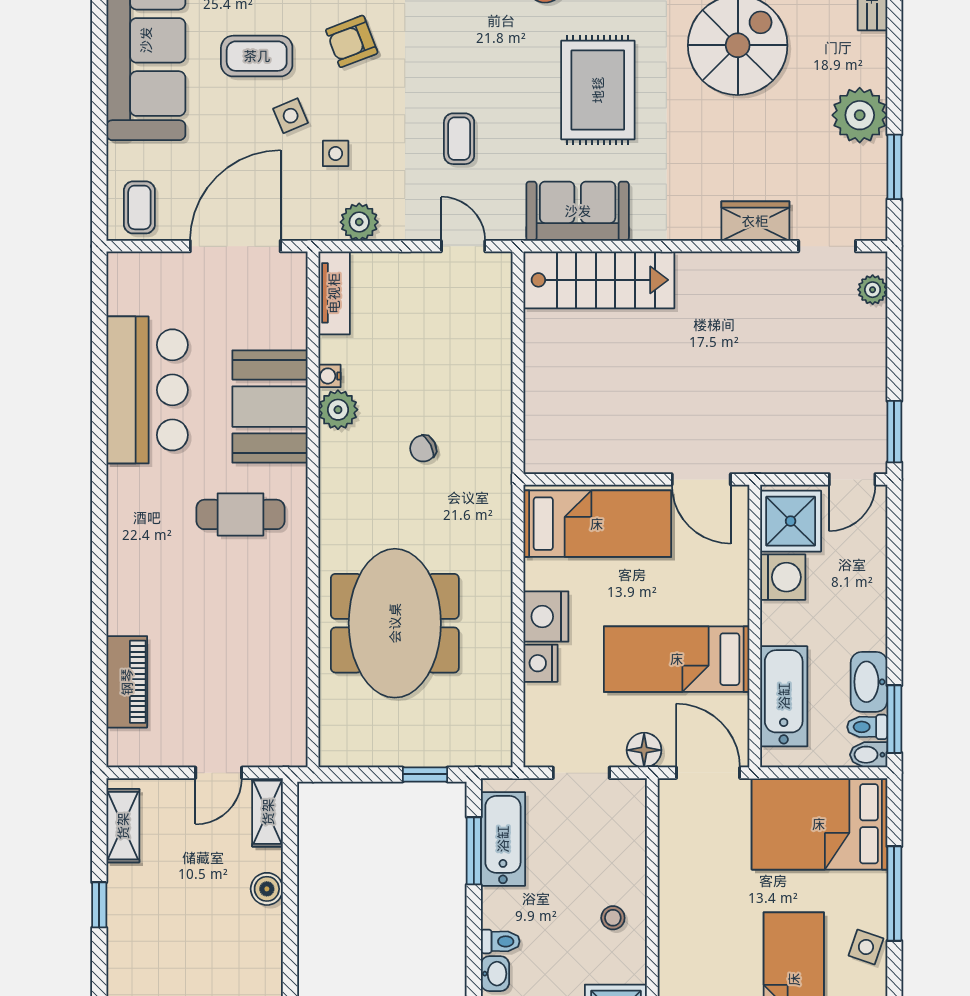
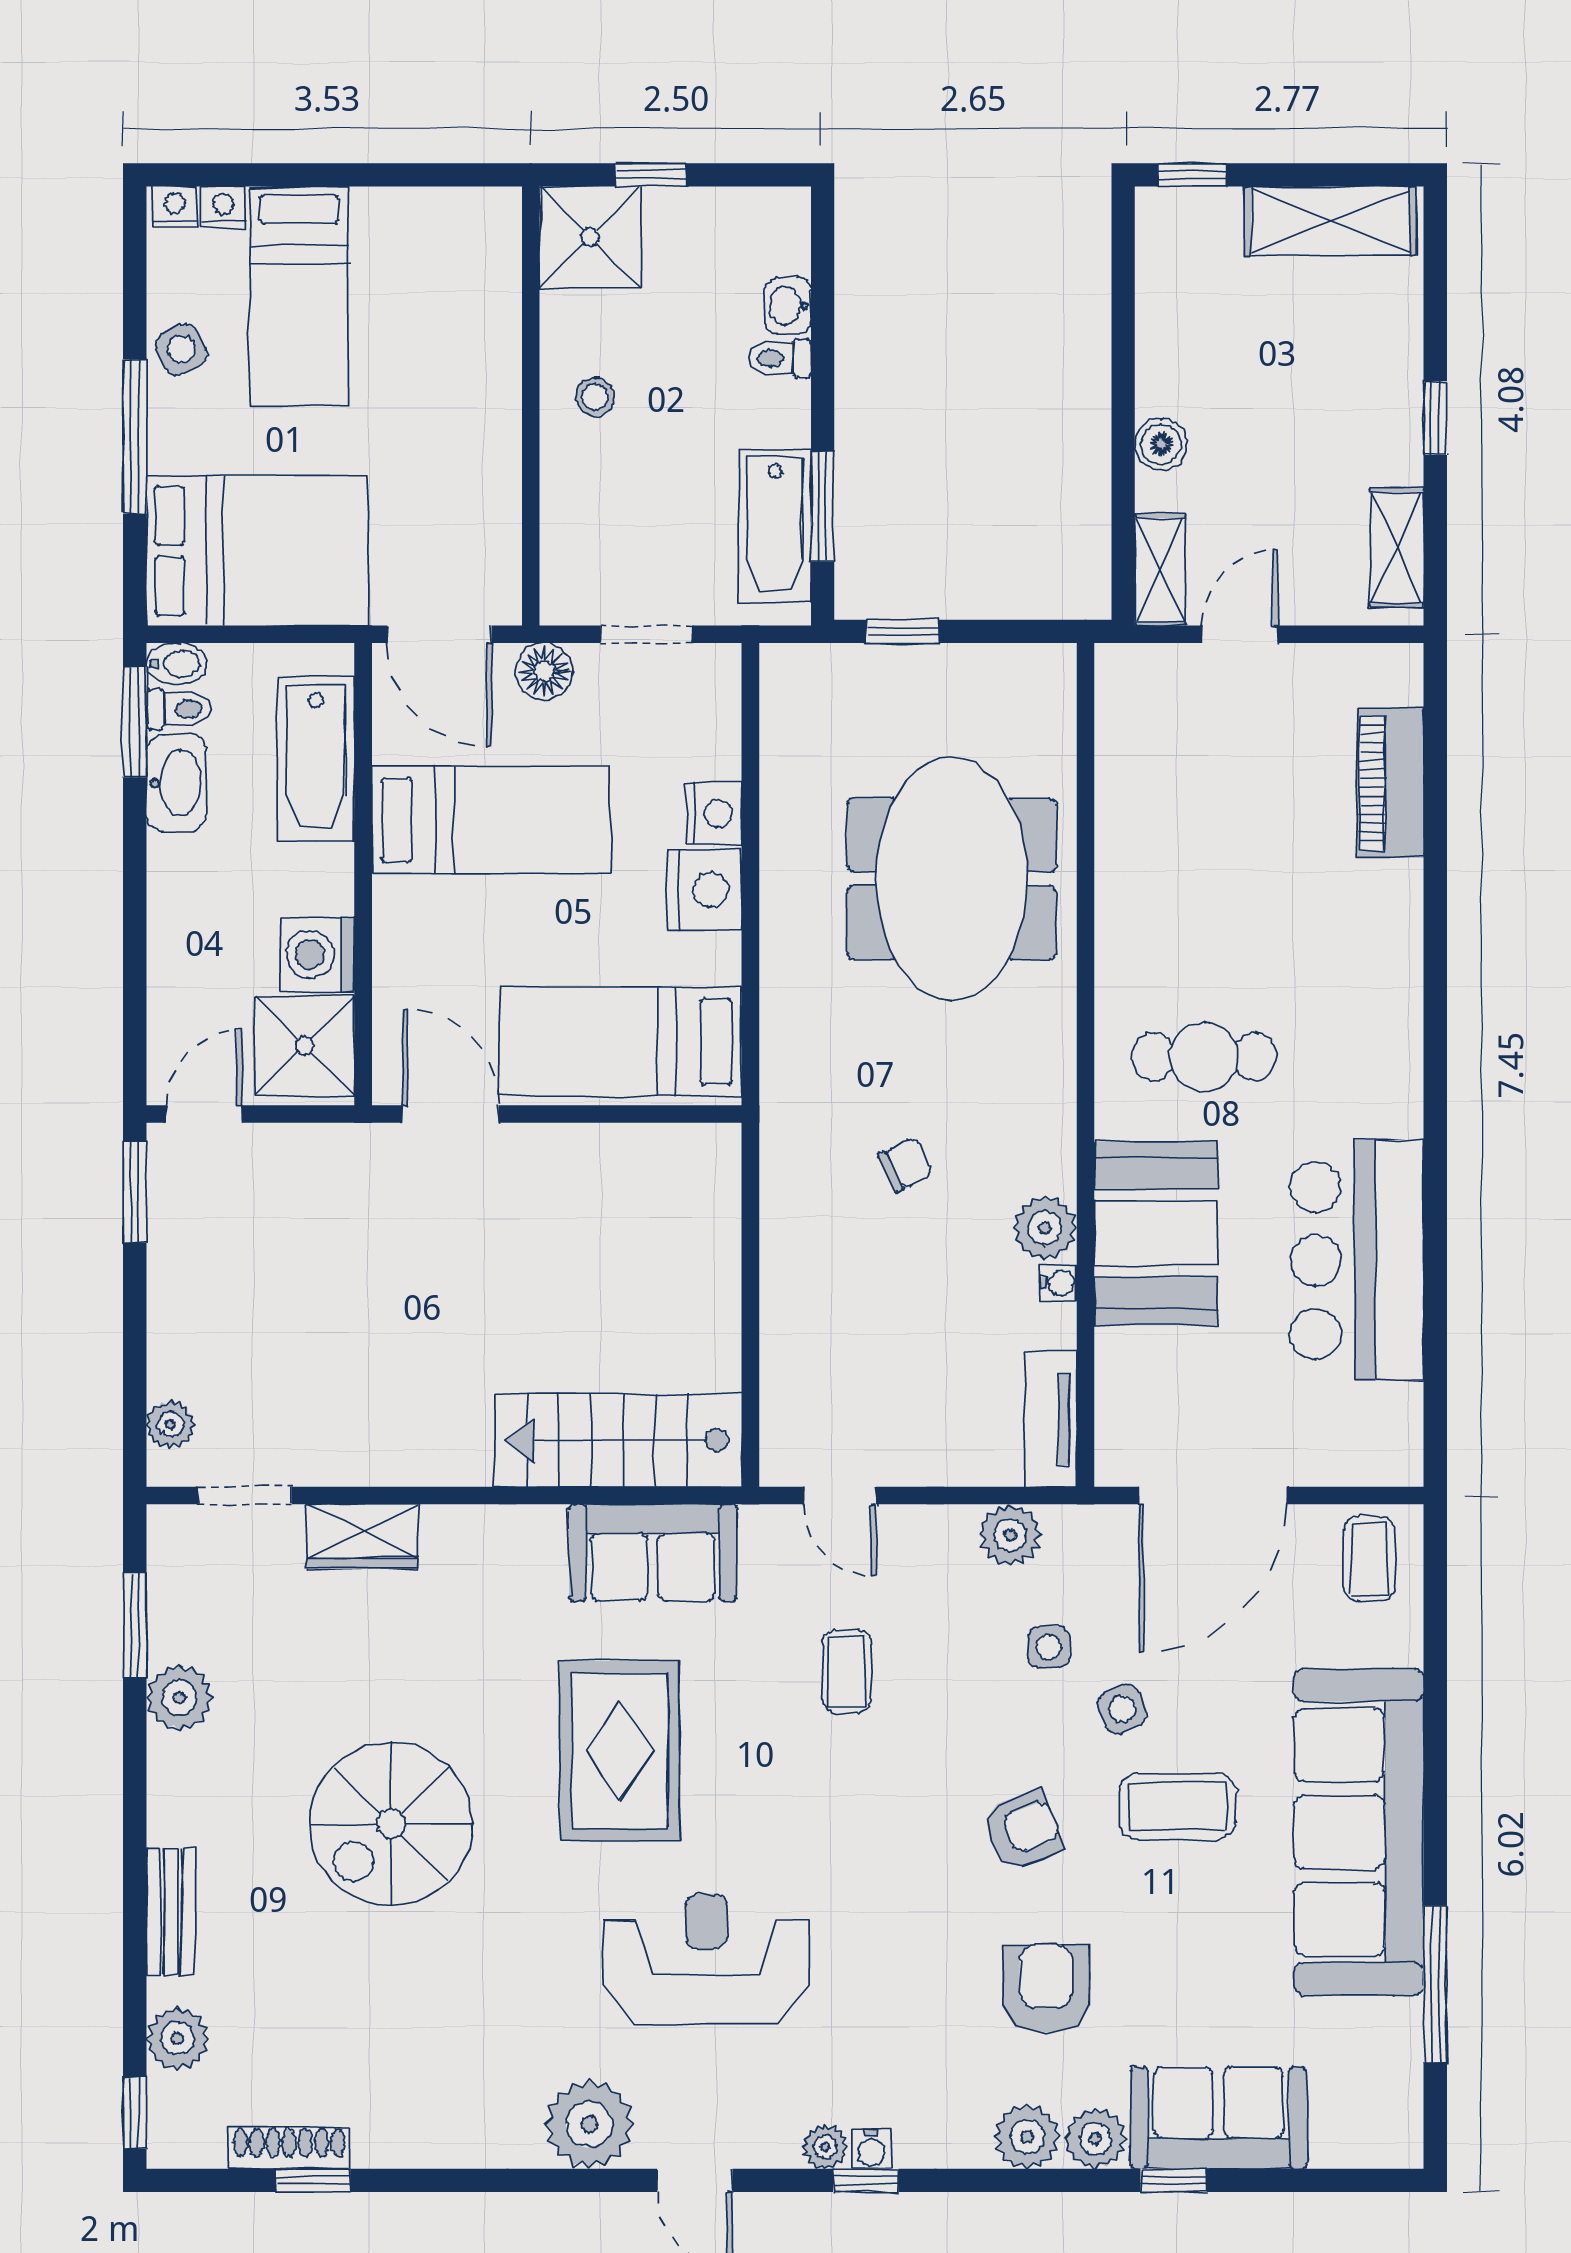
plant: (860, 115) -> (179, 1698), width x0.73, depth x0.73
side table: (866, 947) -> (181, 349), turned 45

